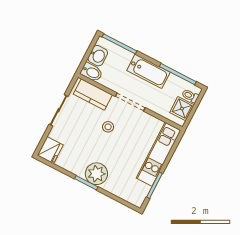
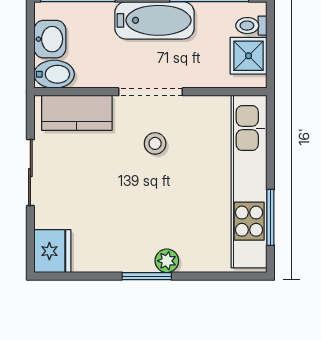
stool: (108, 127) -> (155, 143), moved
kitchen unit: (159, 154) -> (249, 182), width x1.36
plant: (96, 174) -> (167, 261), width x0.53, depth x0.53

